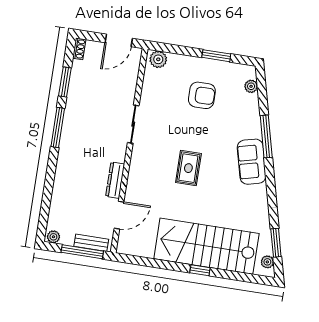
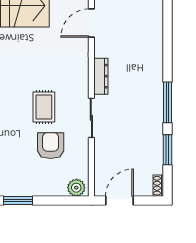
armchair: (202, 95) -> (51, 146), moved, turned 90
rug: (188, 168) -> (44, 107), moved
dresser: (115, 180) -> (101, 76), moved

